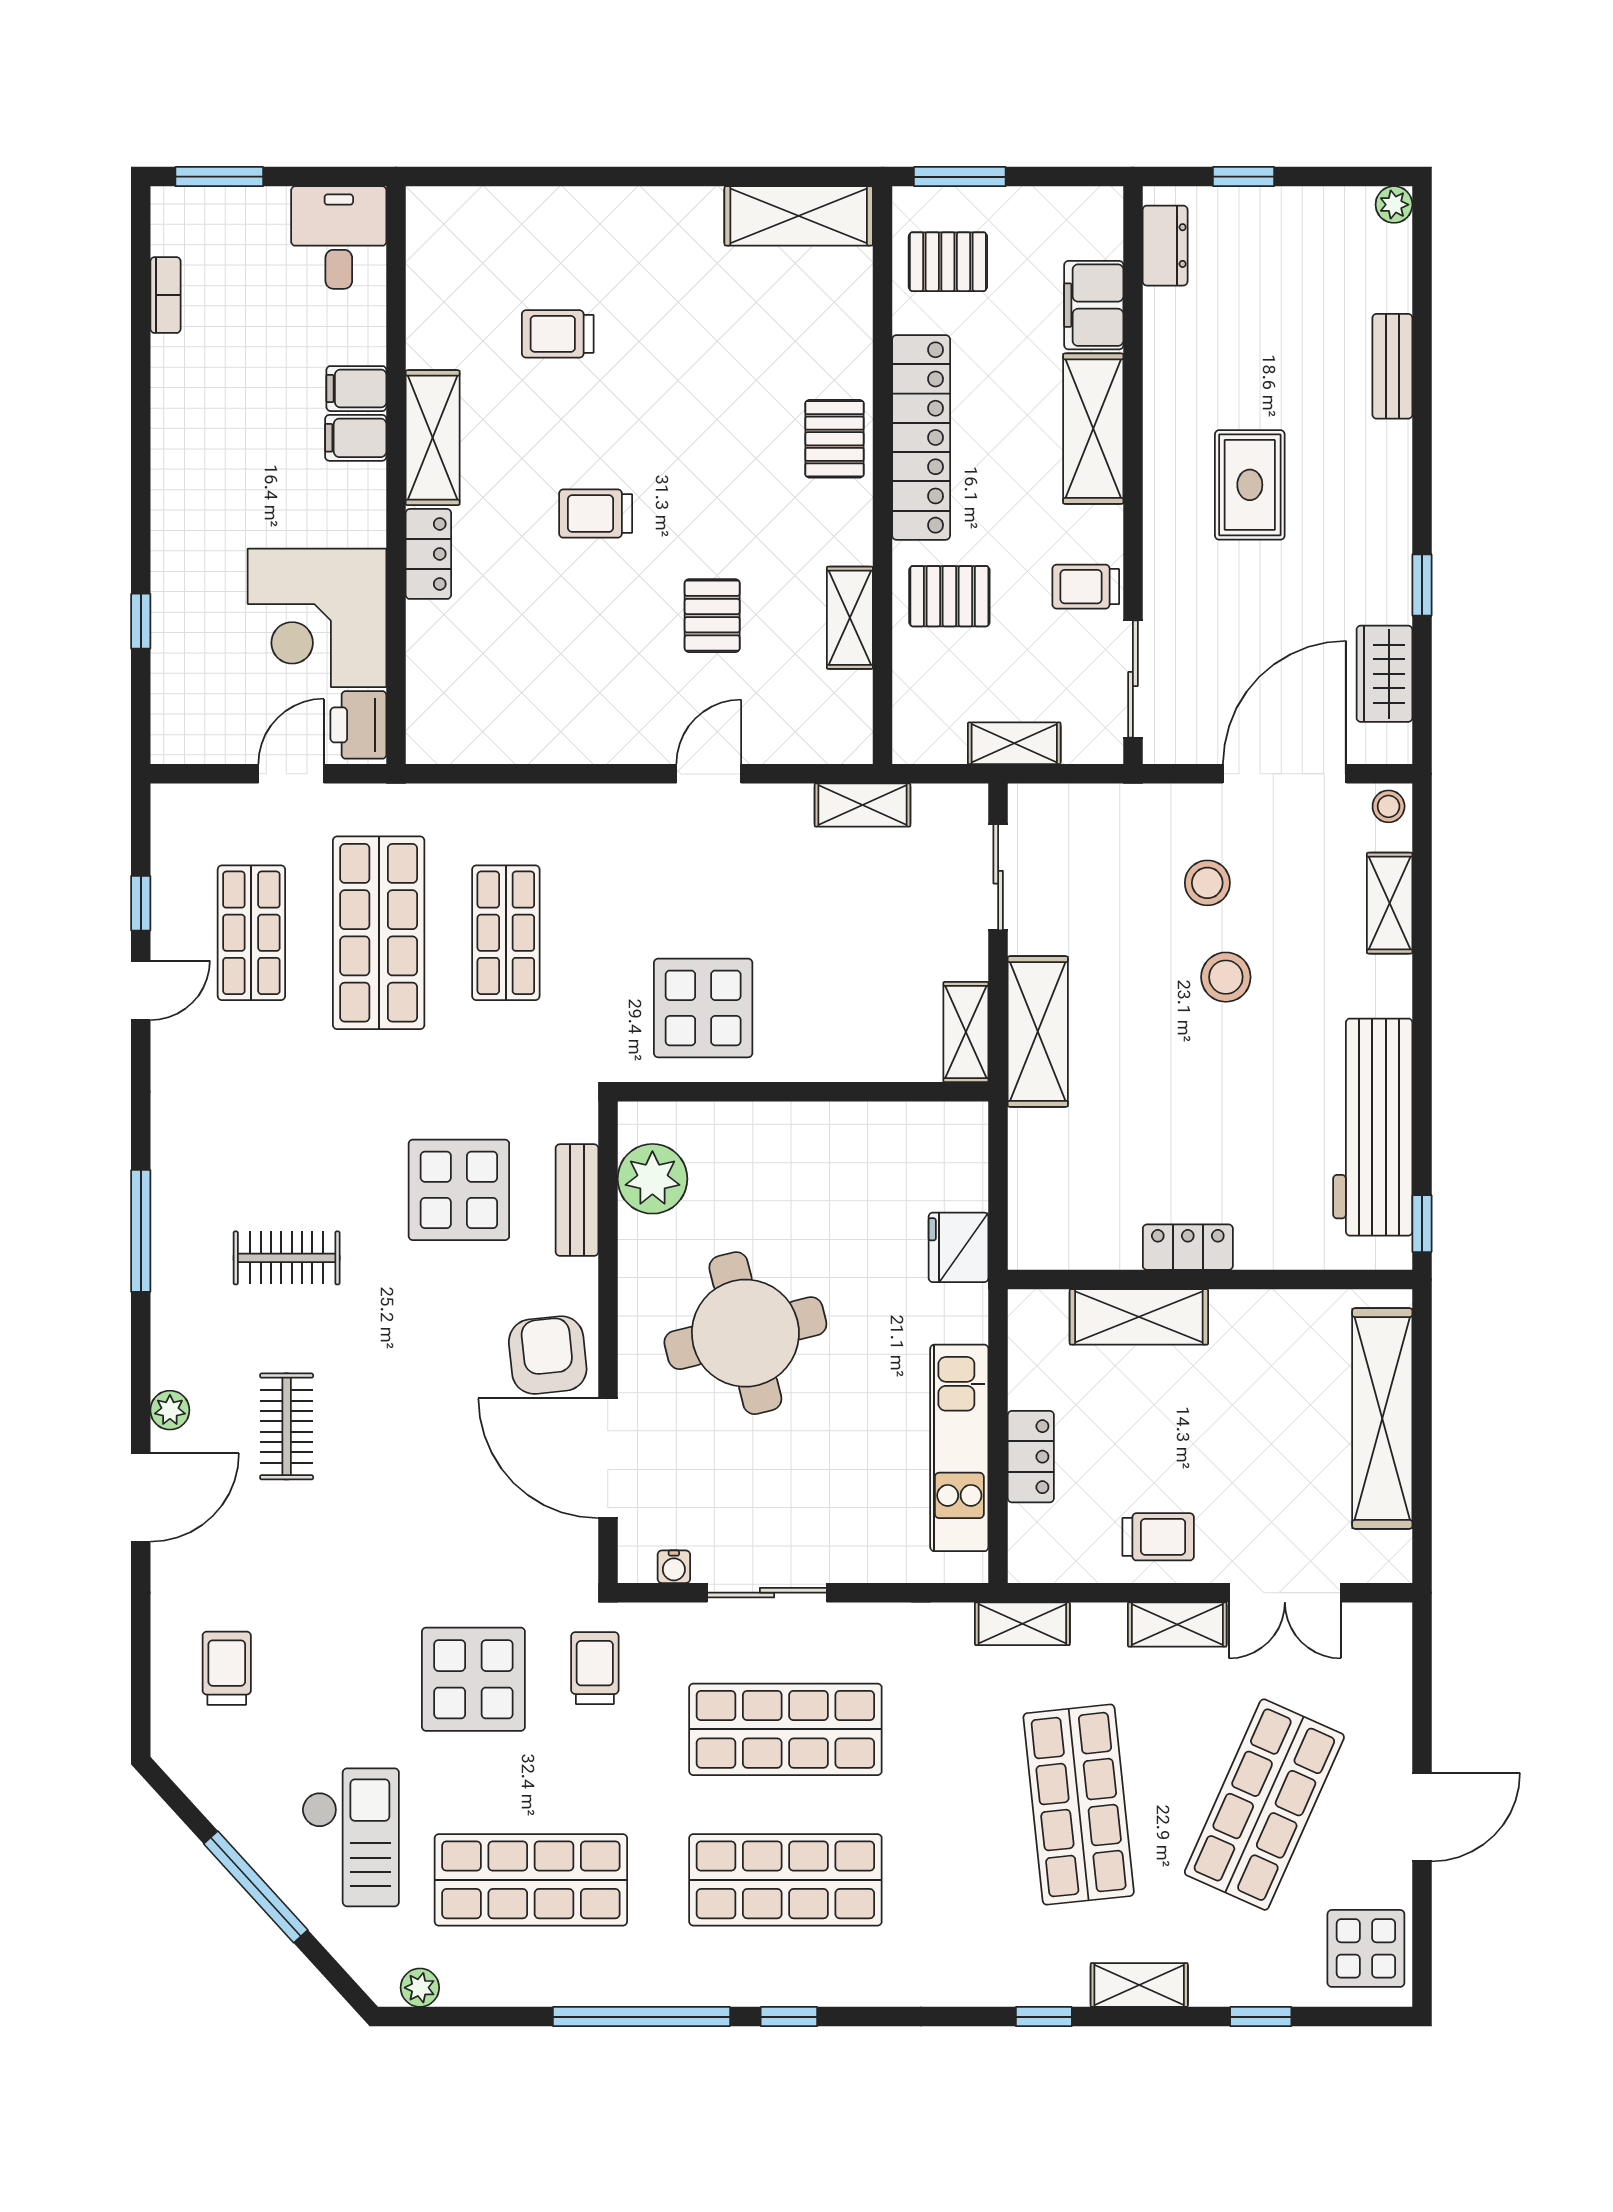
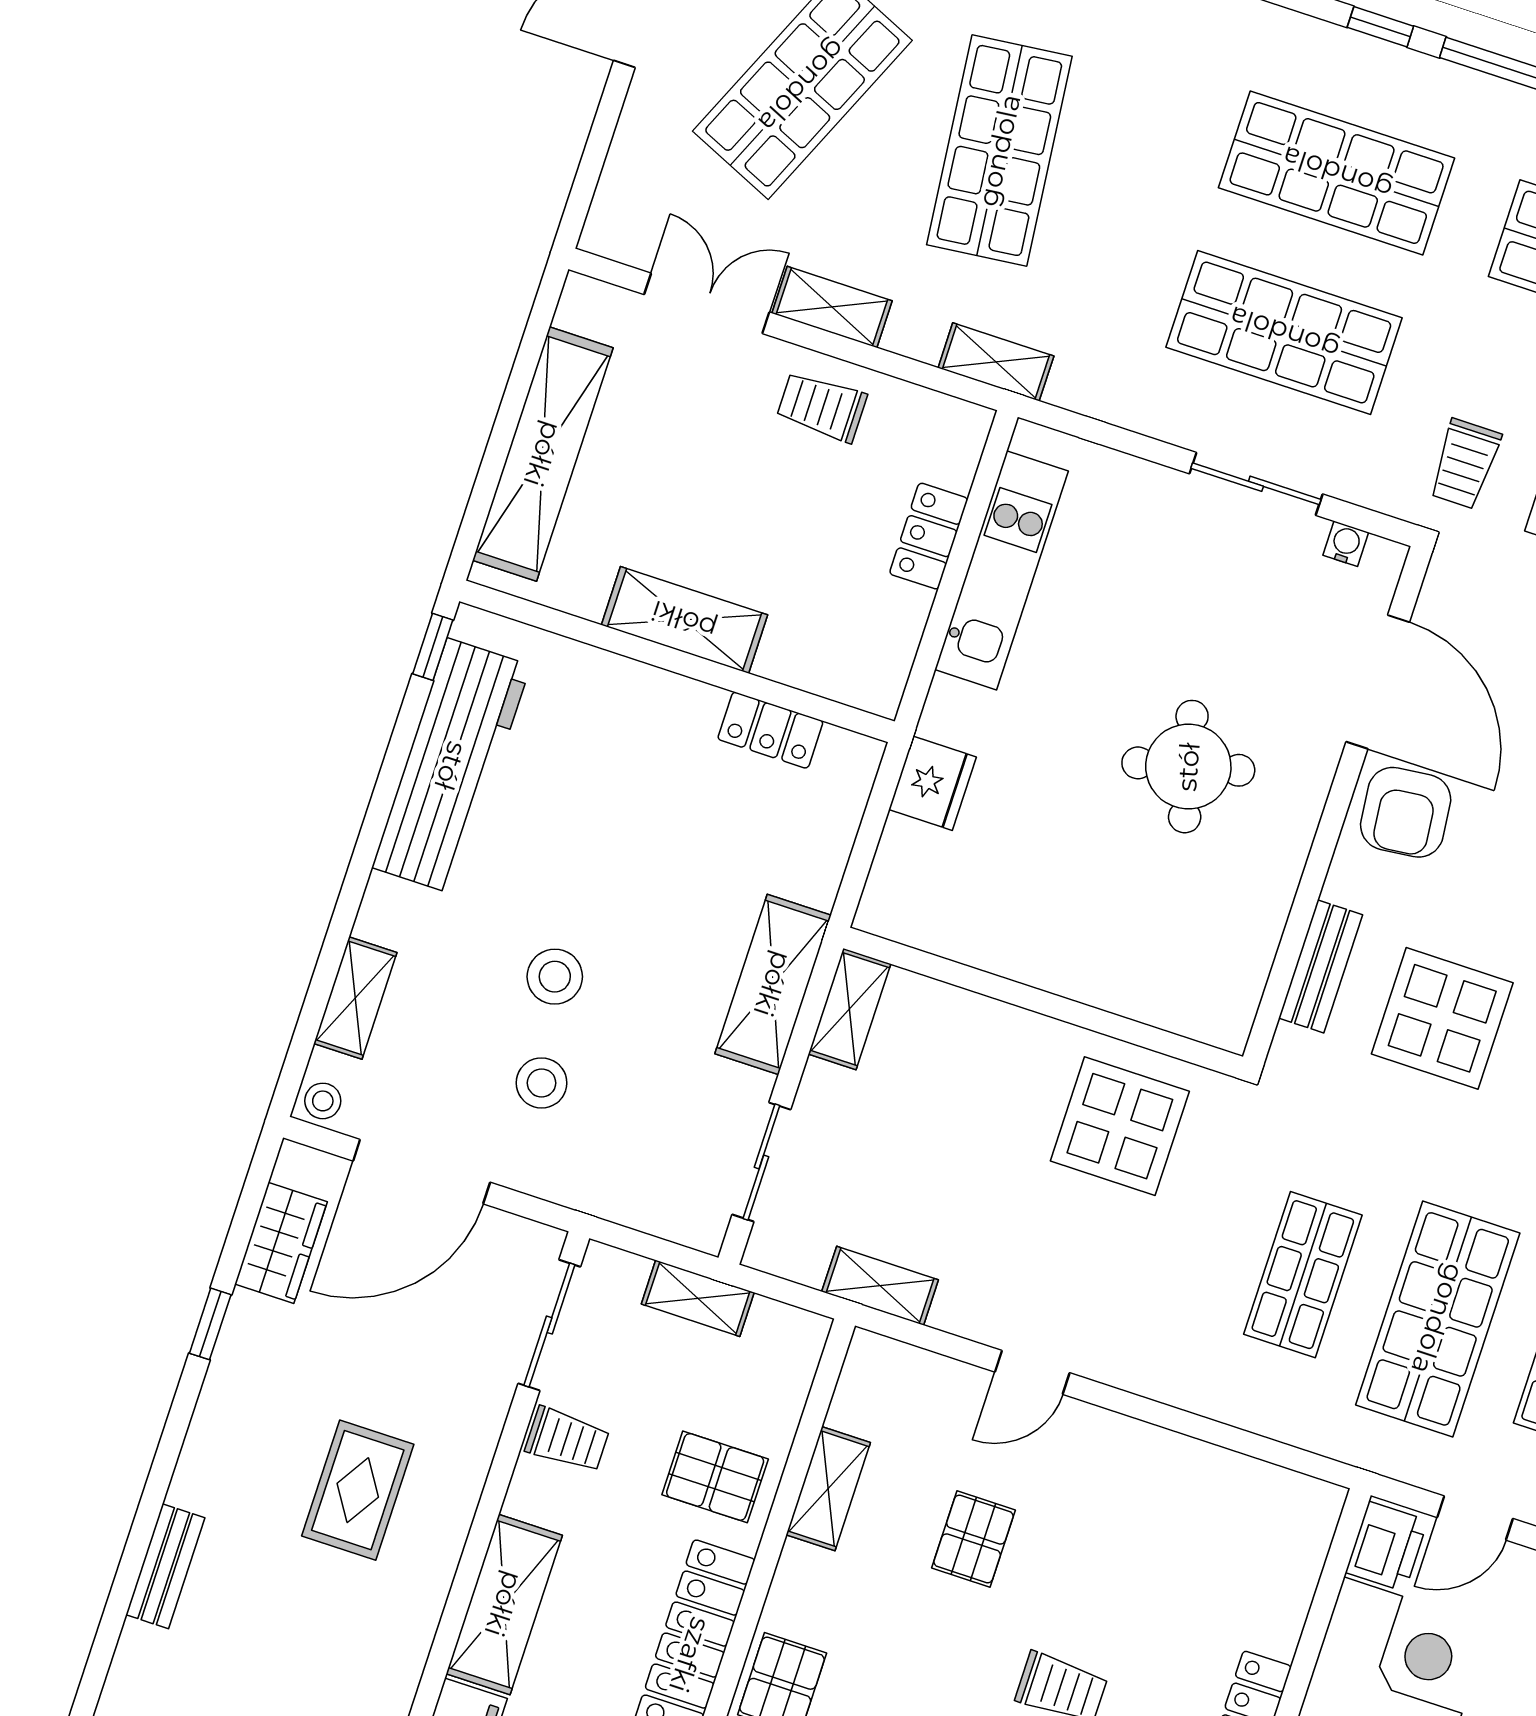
plant: (652, 1179) -> (1233, 963), removed
locker: (1188, 1247) -> (770, 730), moved
shelving: (1139, 1317) -> (684, 620), moved
round table: (745, 1333) -> (1188, 767), width x0.73, depth x0.73

